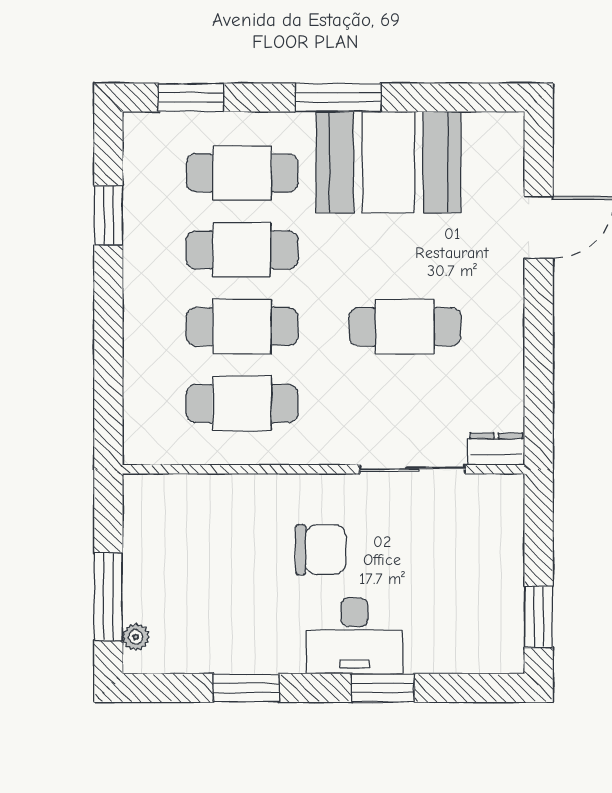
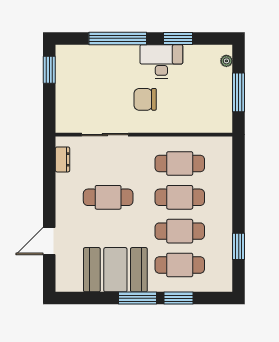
window: (191, 97) -> (178, 298), moved
dresser: (496, 449) -> (63, 159), moved, turned -90
window: (108, 597) -> (239, 92), moved
desk: (354, 636) -> (161, 61), moved
window: (383, 688) -> (118, 38), width x2.11

